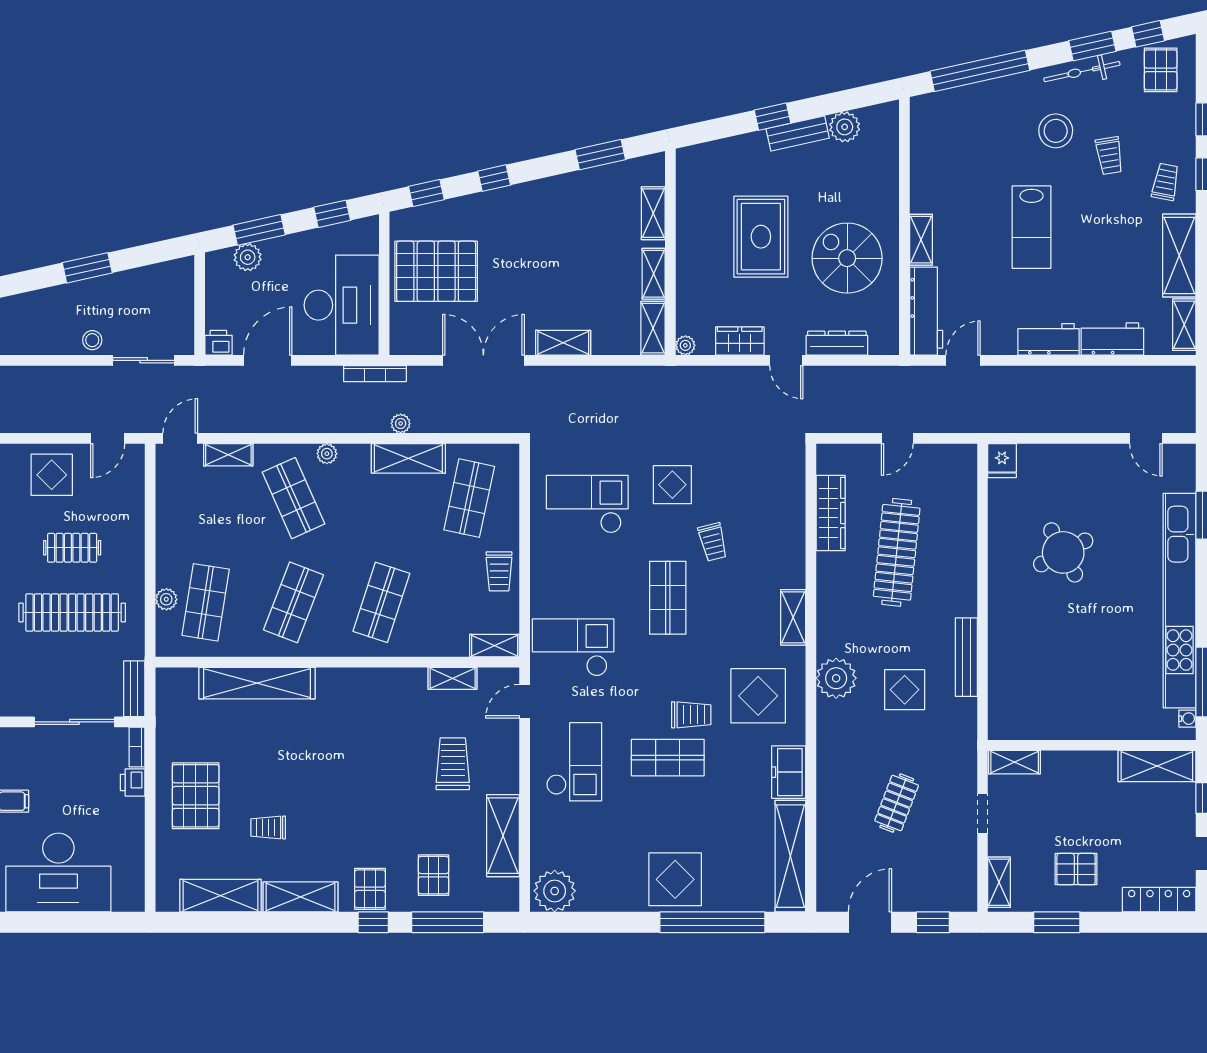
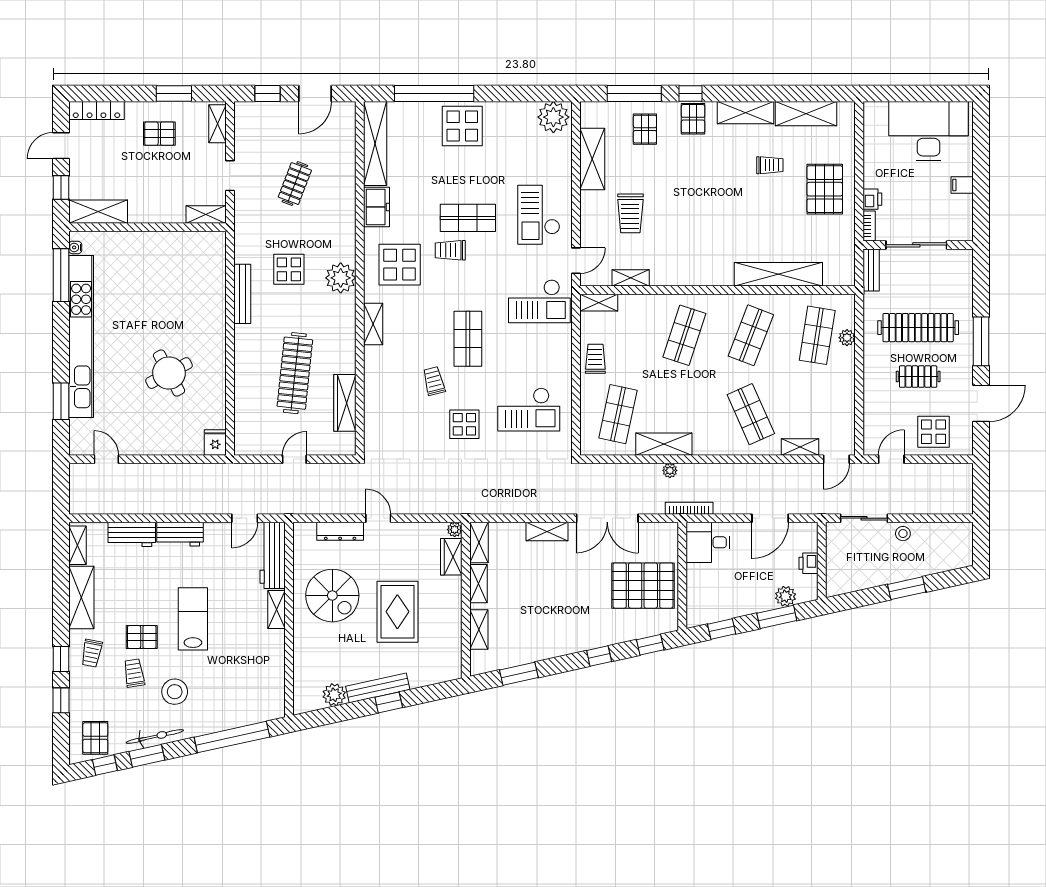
bench: (798, 133) -> (378, 688), width x1.36
pallet: (1099, 203) -> (142, 637), added
desk: (342, 305) -> (708, 542), width x0.53, depth x0.77
wardrobe: (740, 341) -> (451, 557), moved, turned 90
printer: (218, 343) -> (808, 563), moved, turned 90
plant: (327, 454) -> (726, 448), removed

